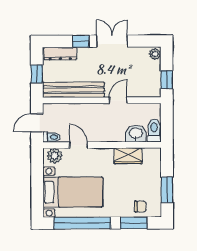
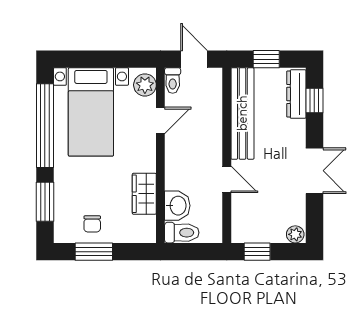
window: (81, 41) -> (314, 101), moved
chair: (140, 207) -> (92, 224), moved

